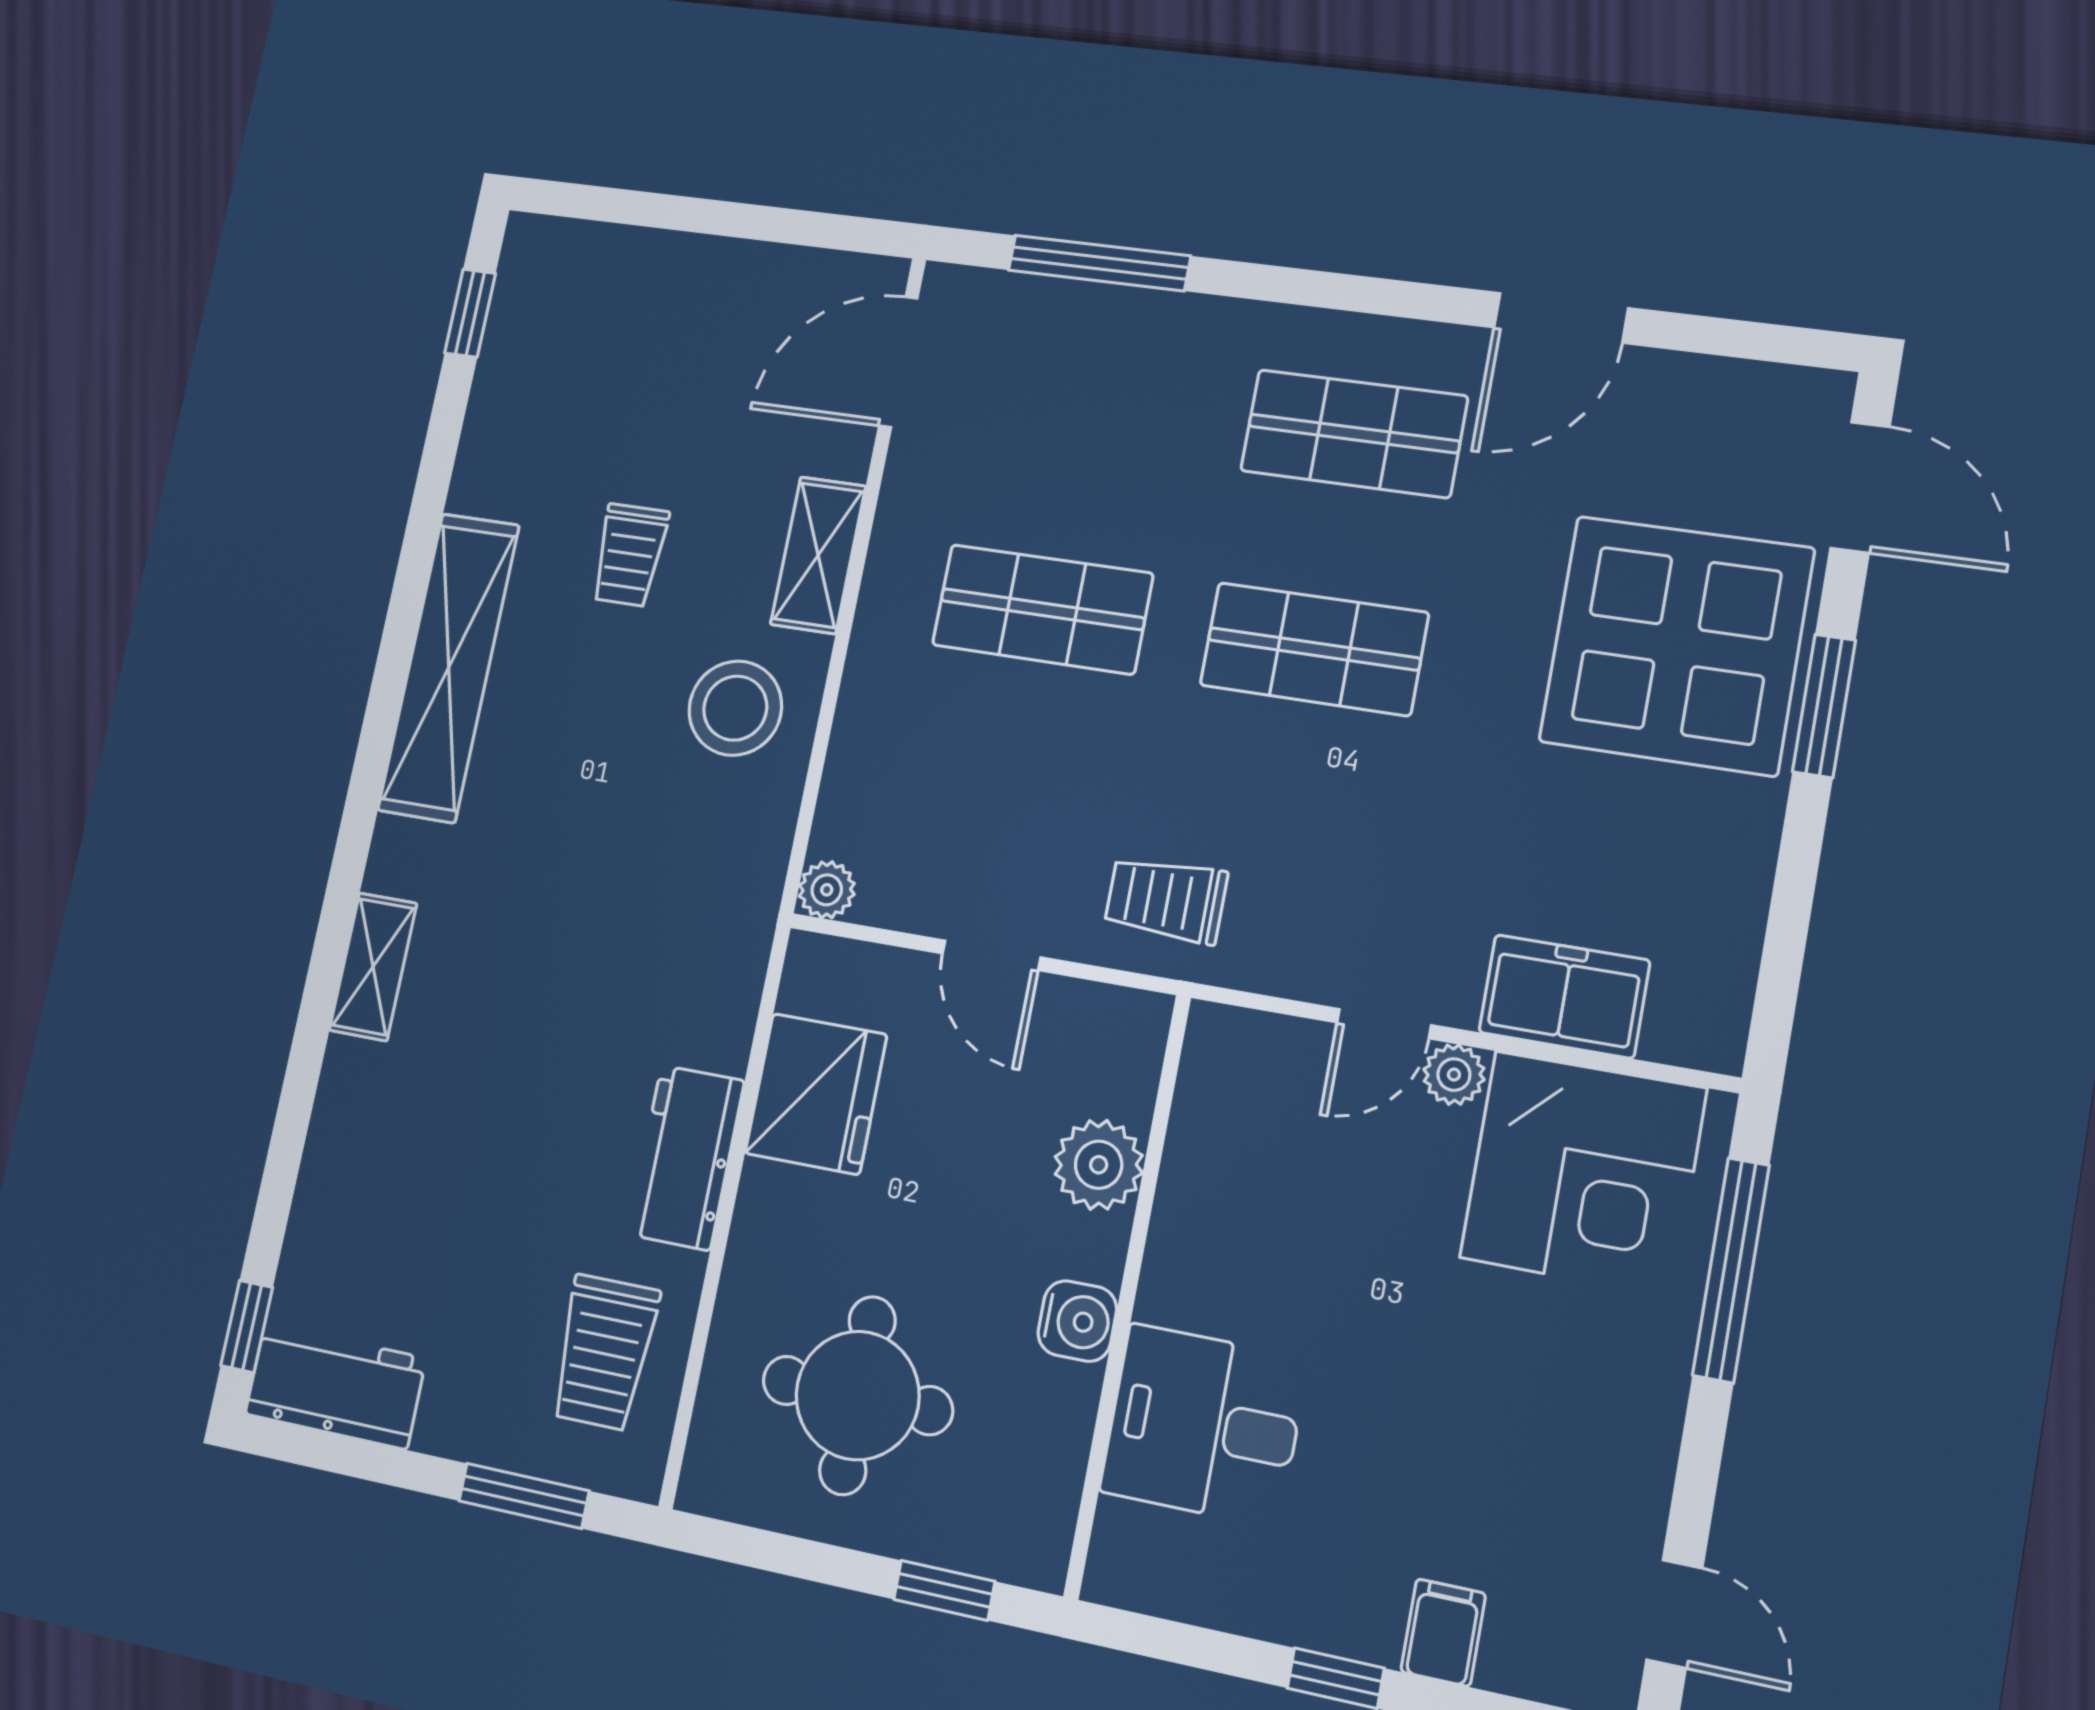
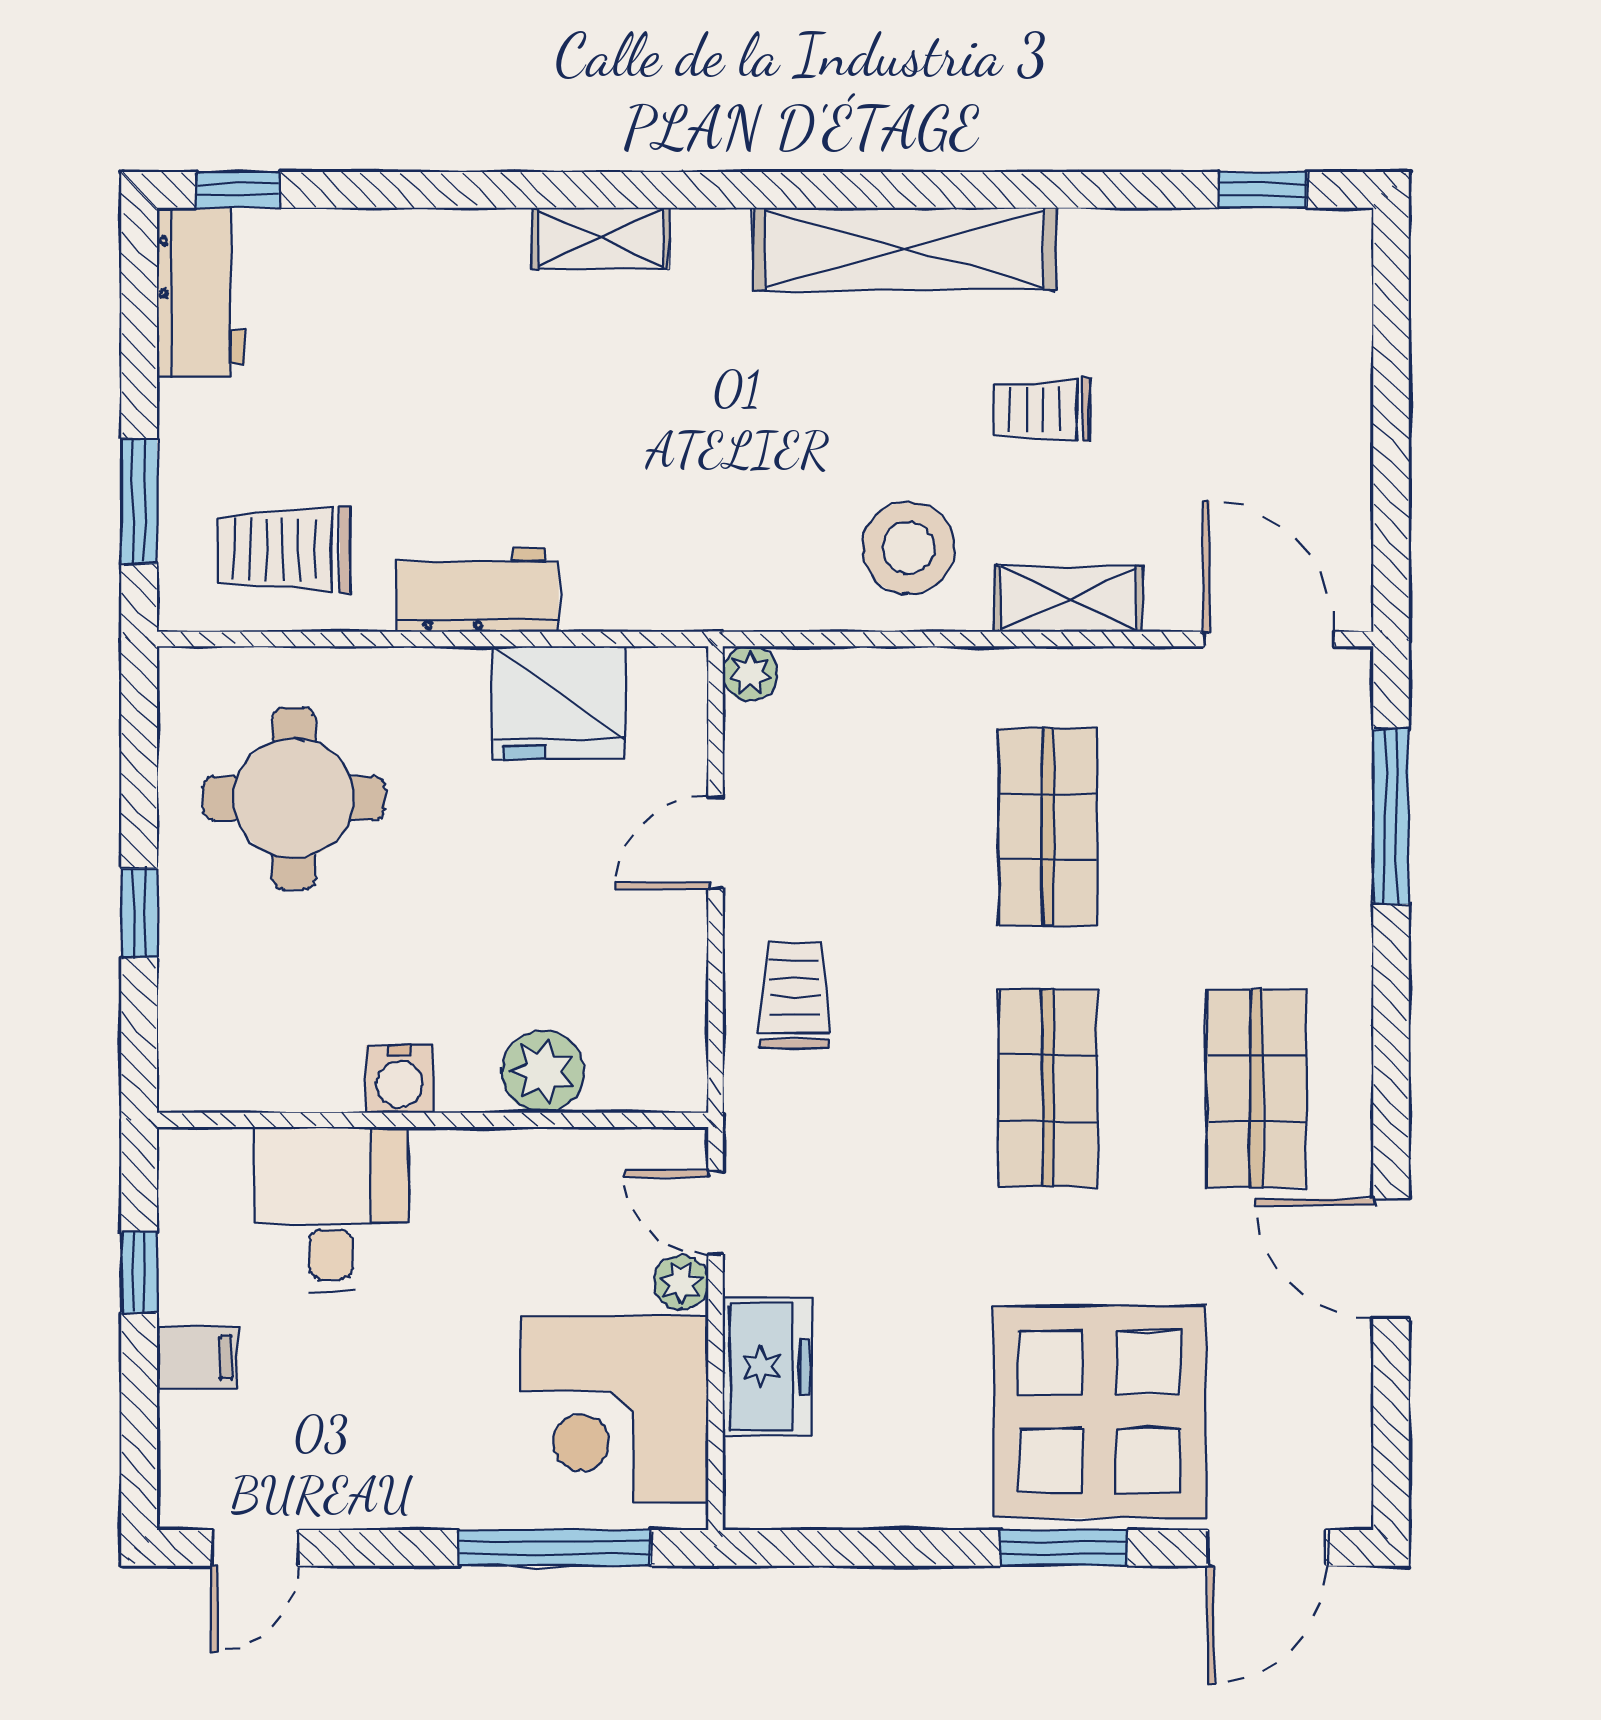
plant: (1099, 1165) -> (543, 1071), moved
wall: (1128, 1294) -> (433, 1120), moved
water cooler: (1077, 1321) -> (400, 1079), moved
desk: (1204, 1425) -> (331, 1210), moved

